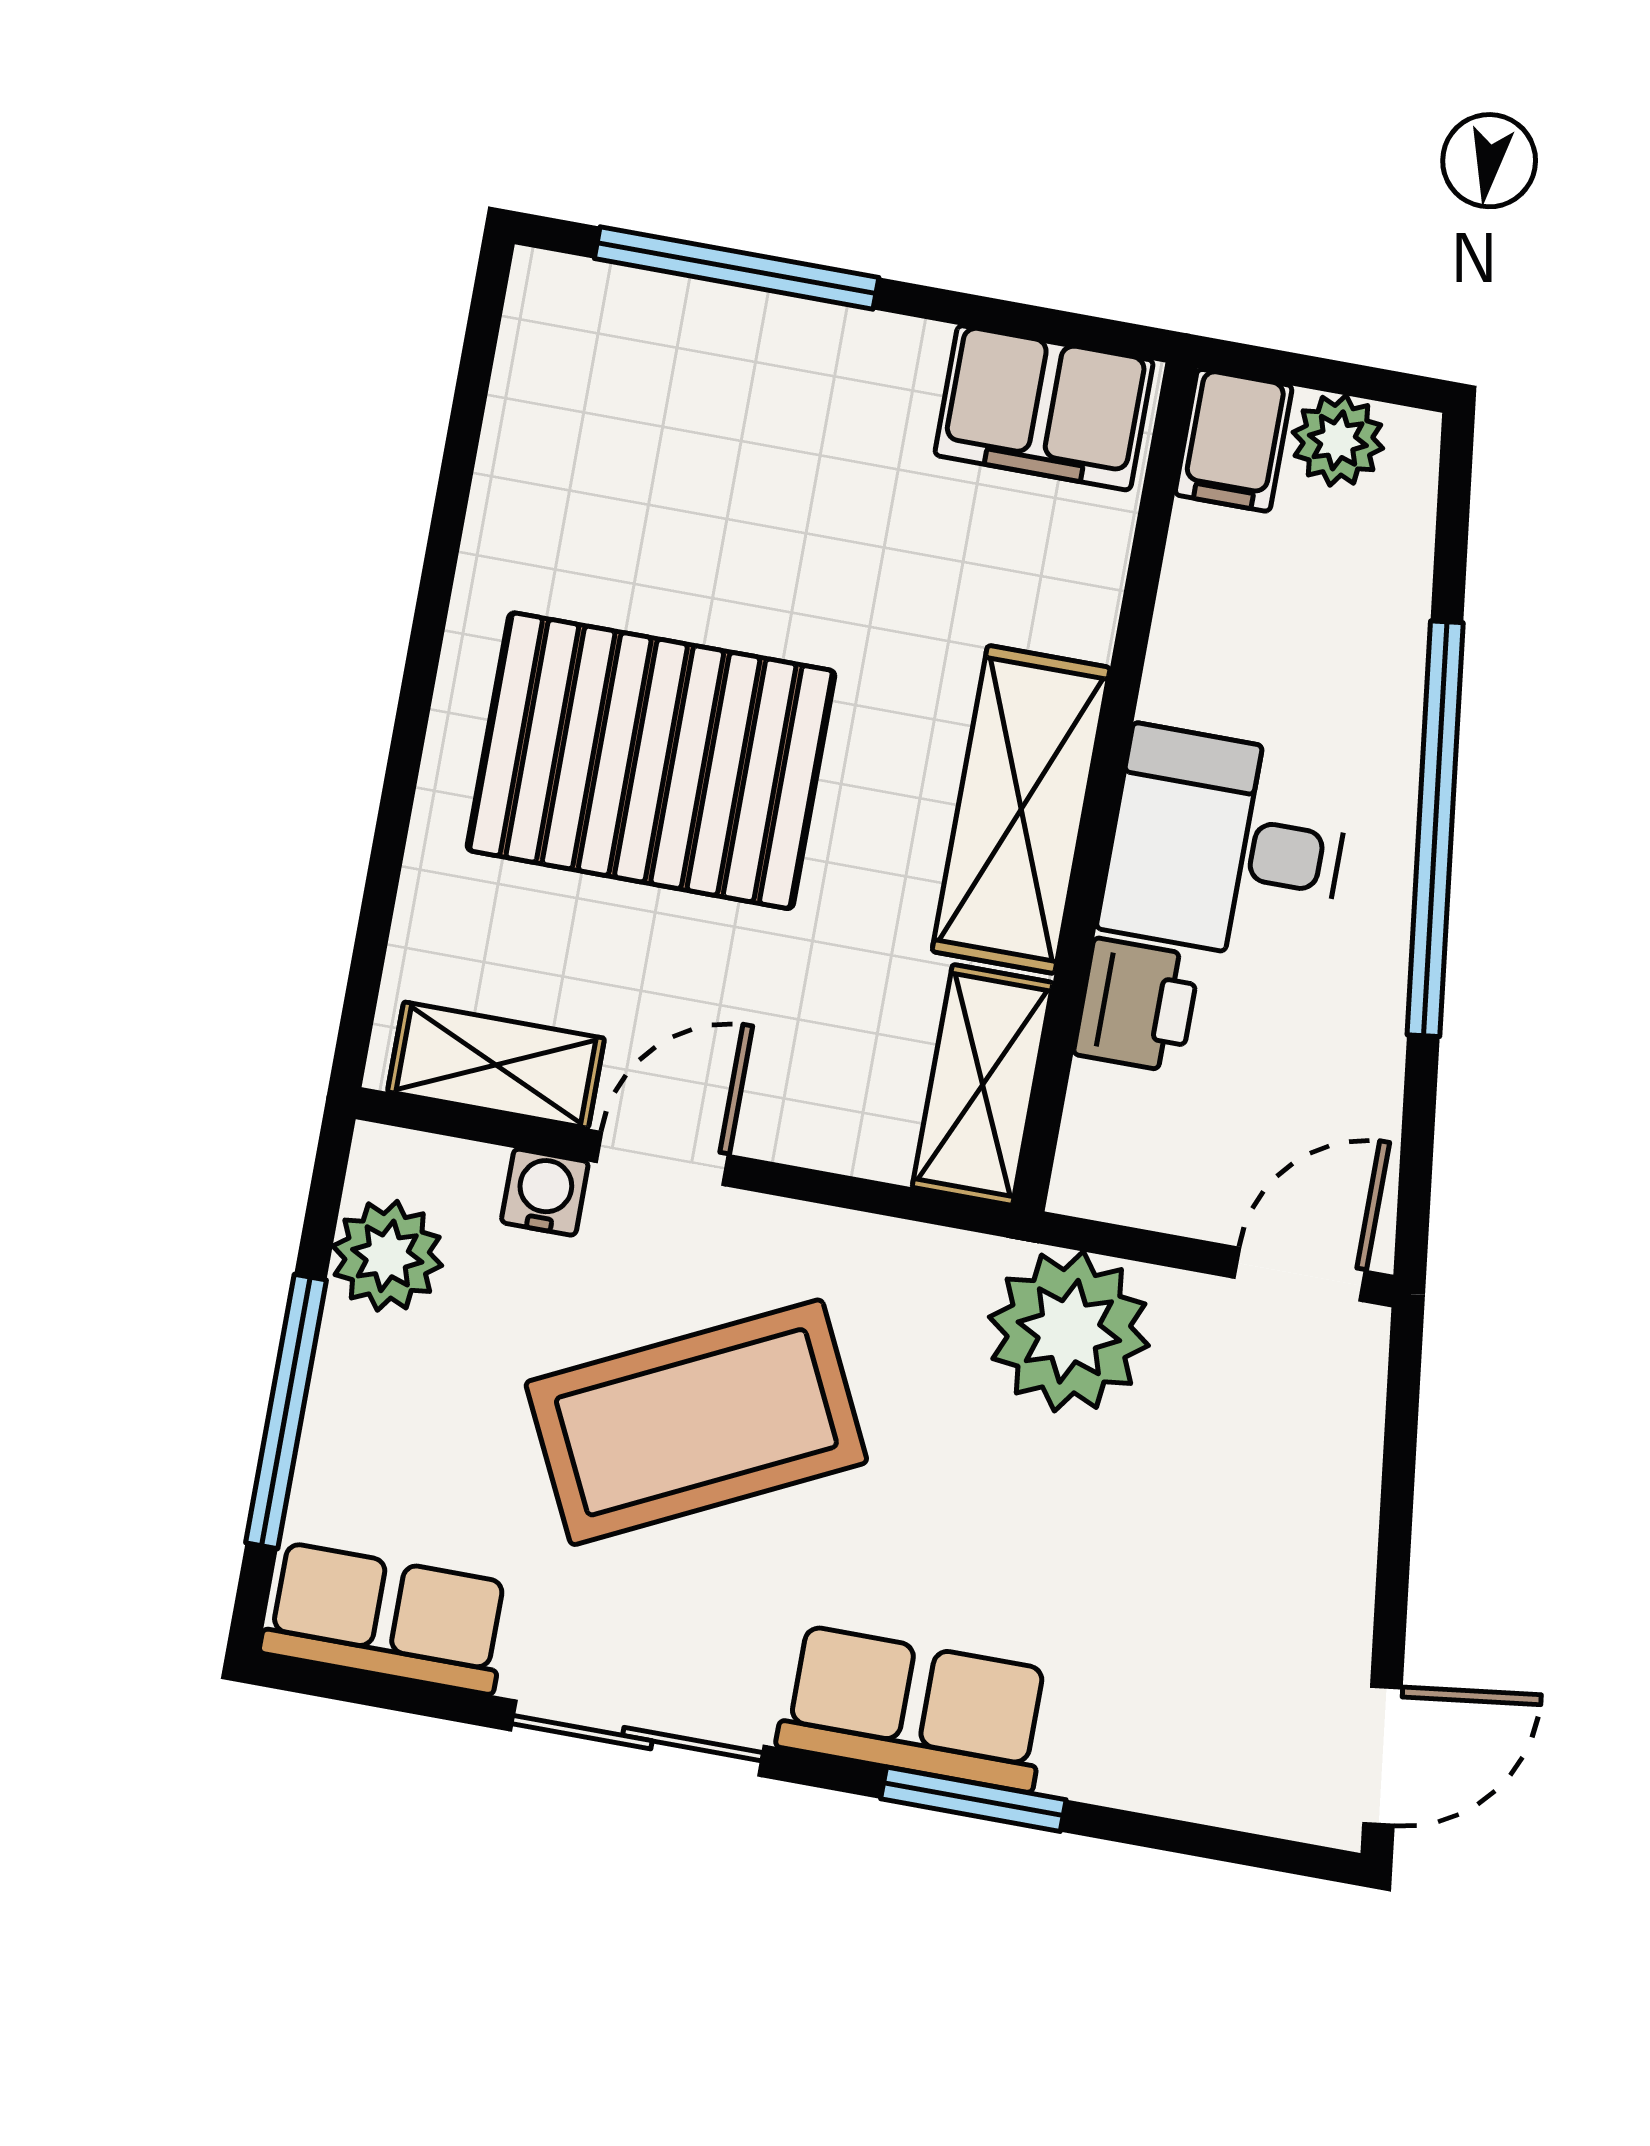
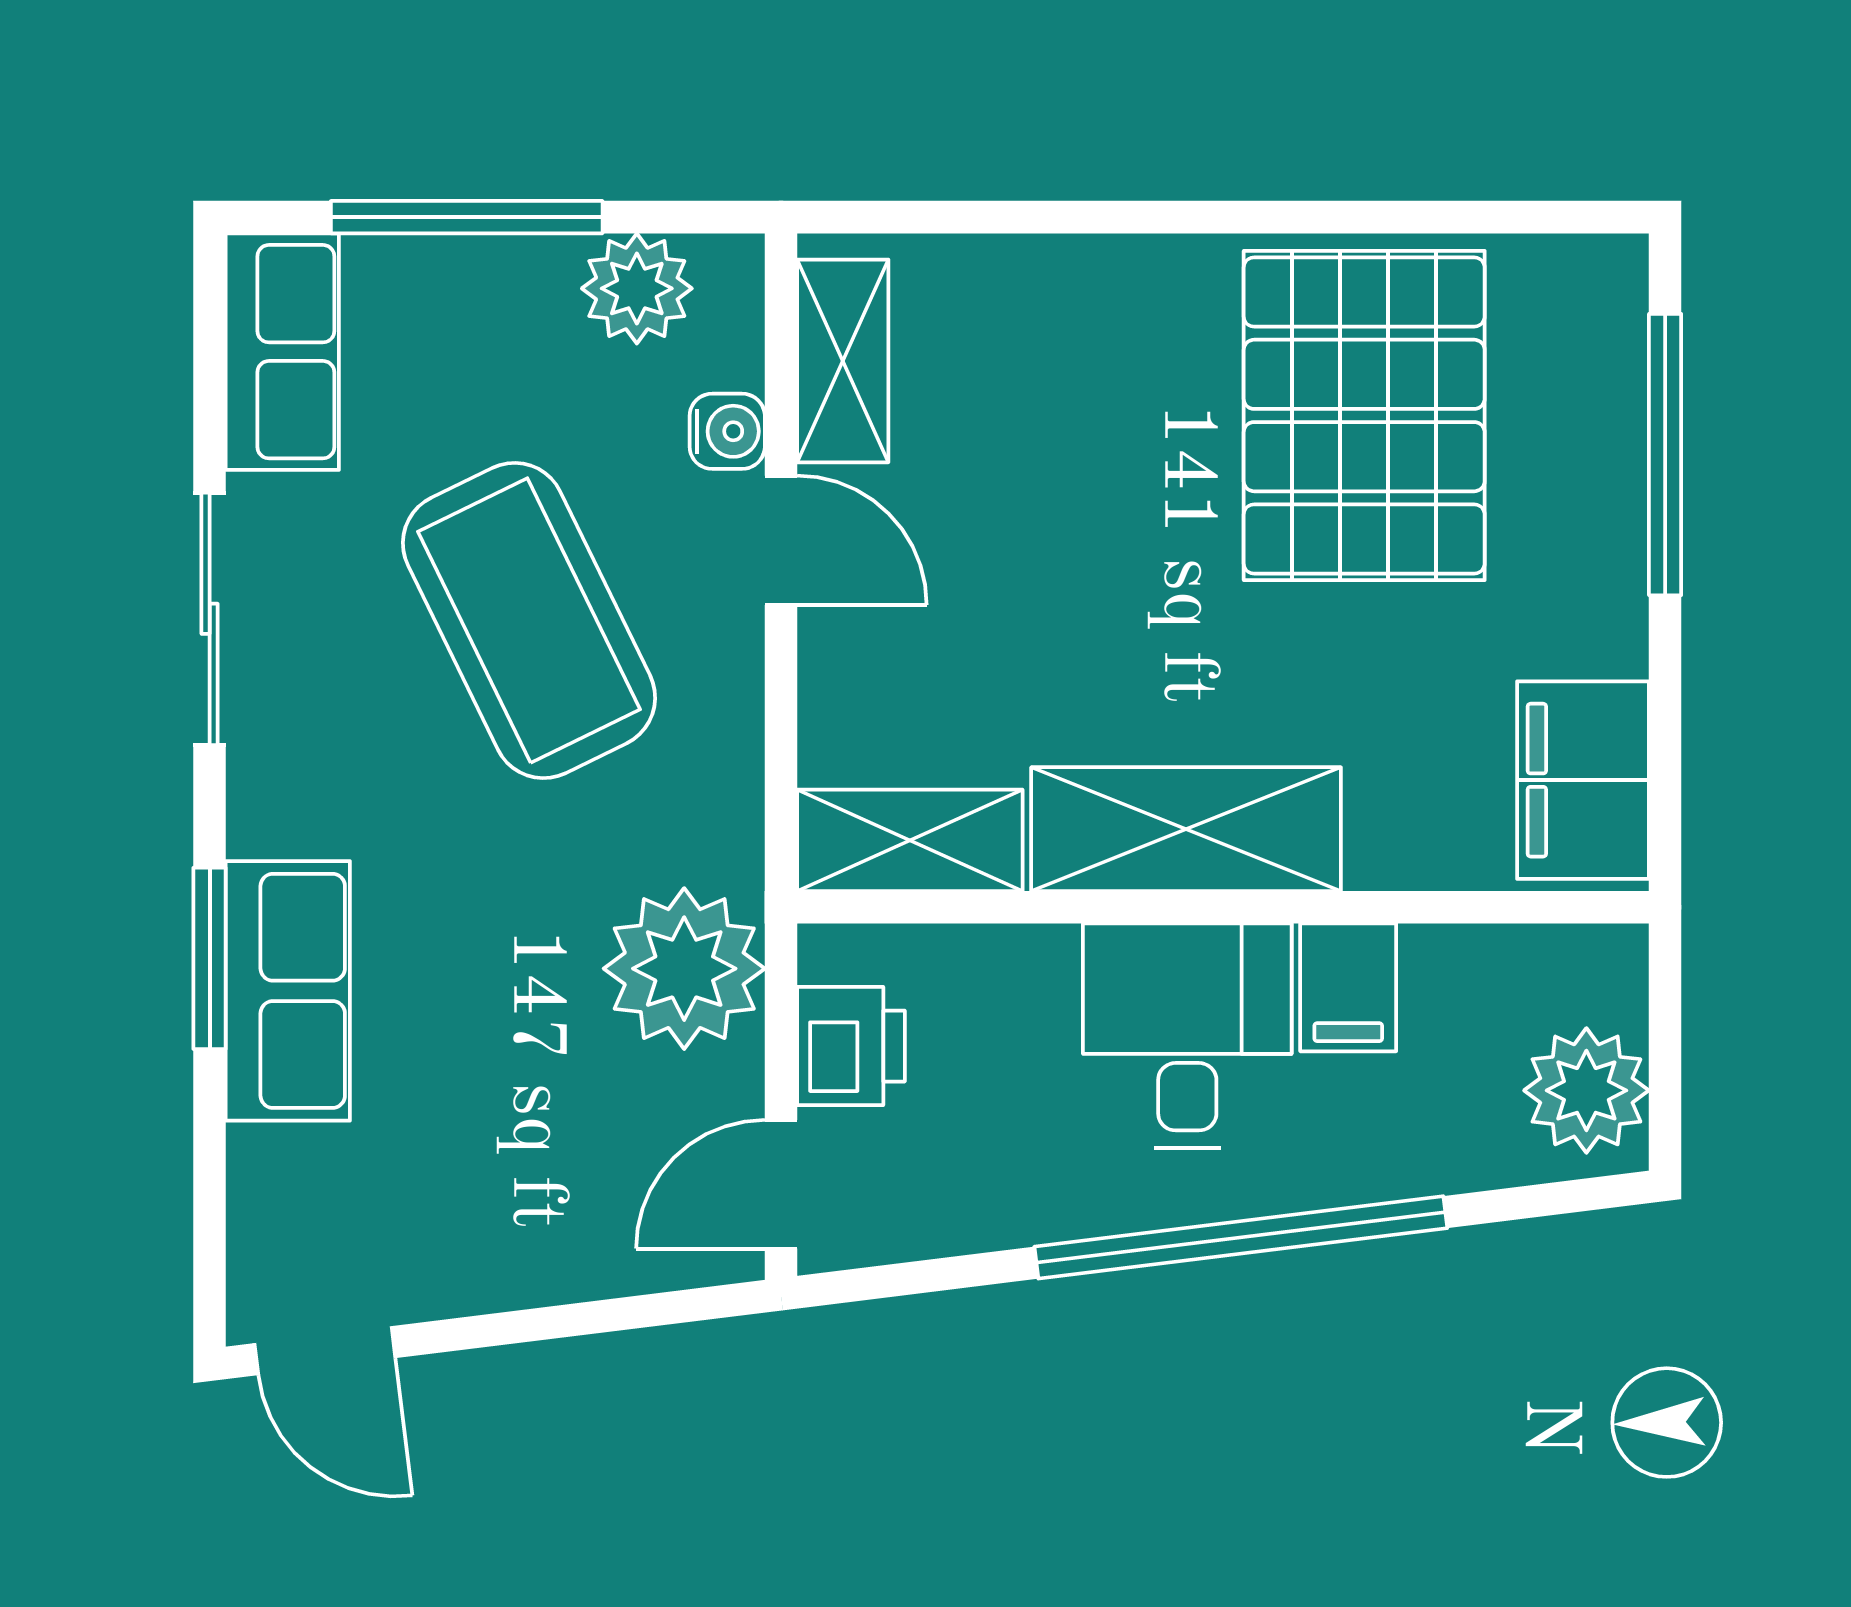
filing cabinet: (1234, 440) -> (1348, 987), moved, turned -90
plant: (1338, 440) -> (1586, 1090), width x1.38, depth x1.38
pallet: (651, 761) -> (1364, 416), moved
printer: (1137, 1005) -> (851, 1046), moved, turned -90
door: (1300, 1274) -> (781, 1184), swing flipped
row of seats: (915, 1709) -> (288, 991), moved

